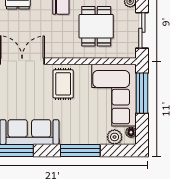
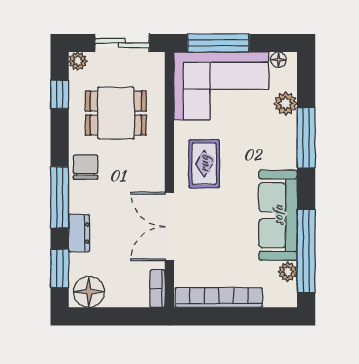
rug: (63, 84) -> (204, 164), turned 90
plant: (115, 137) -> (286, 103), moved

